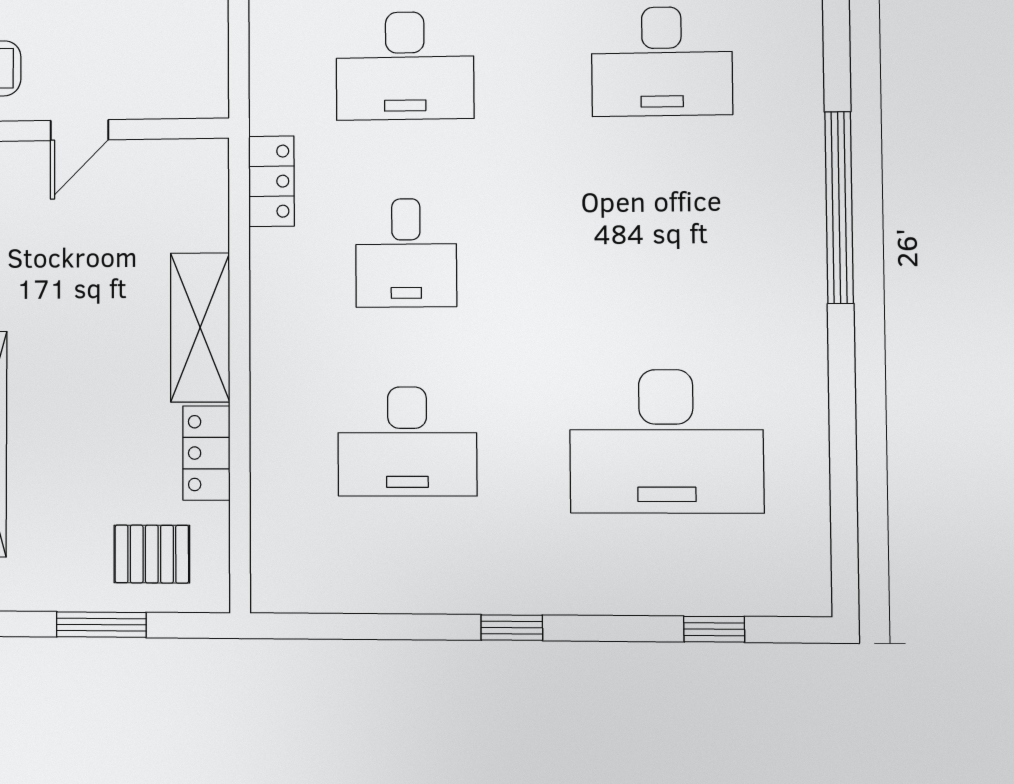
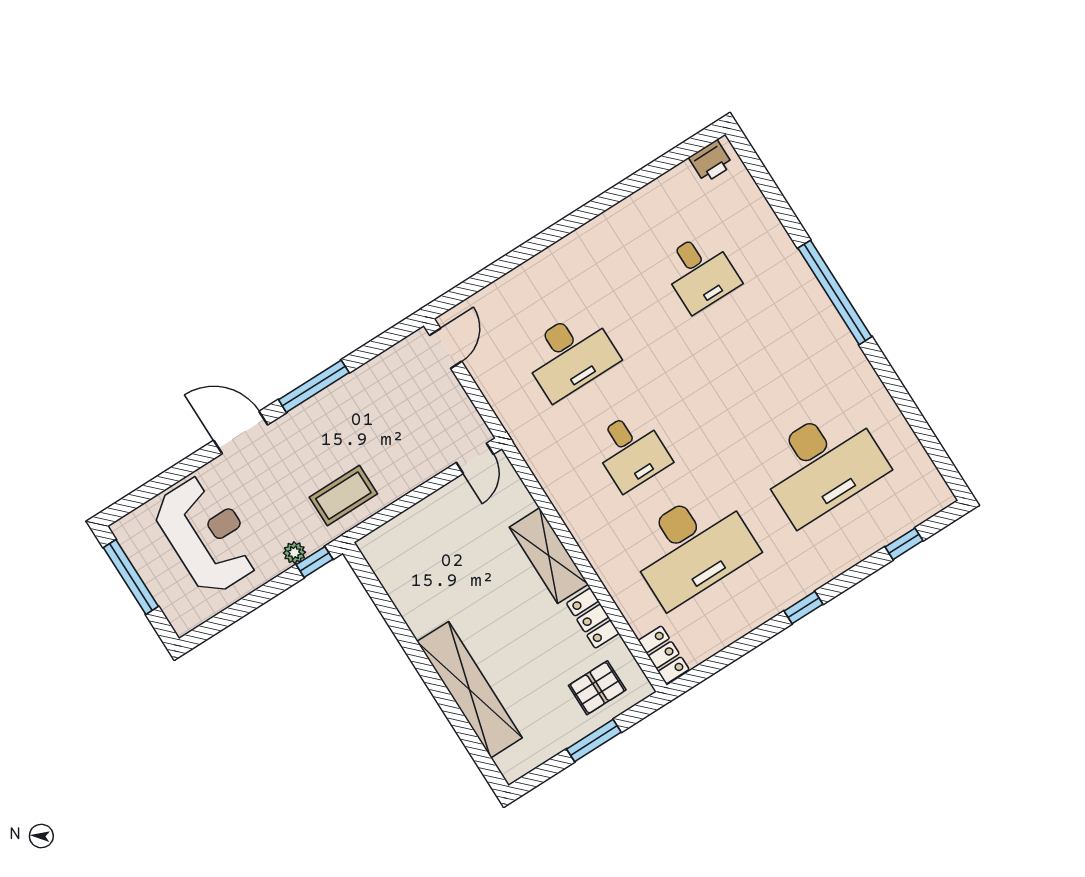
desk: (662, 61) -> (700, 272), width x0.73
door: (80, 130) -> (475, 458), moved
locker: (271, 181) -> (664, 655), moved
desk: (407, 441) -> (692, 547), width x1.36, depth x1.30

